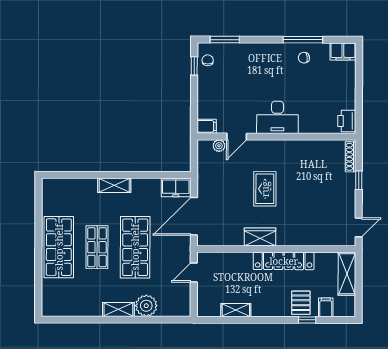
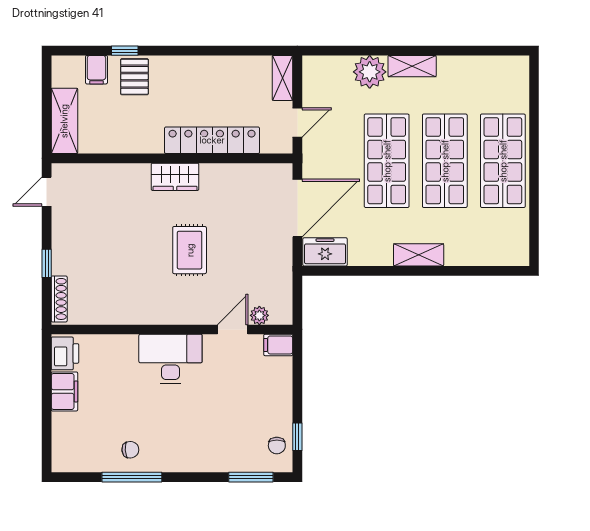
filing cabinet: (343, 51) -> (64, 391), moved, turned 90
wardrobe: (260, 237) -> (175, 177), moved
shop shelf: (97, 247) -> (445, 161), width x1.43, depth x1.36
locker: (284, 261) -> (212, 140), moved
shelving: (236, 310) -> (283, 78), moved, turned 90

